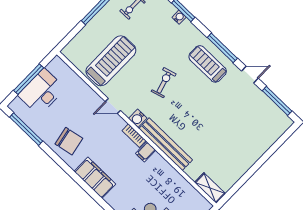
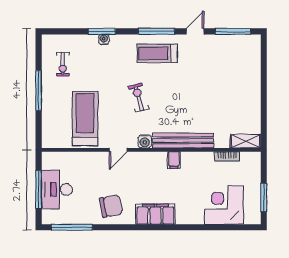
bookcase: (134, 136) -> (227, 156), moved

